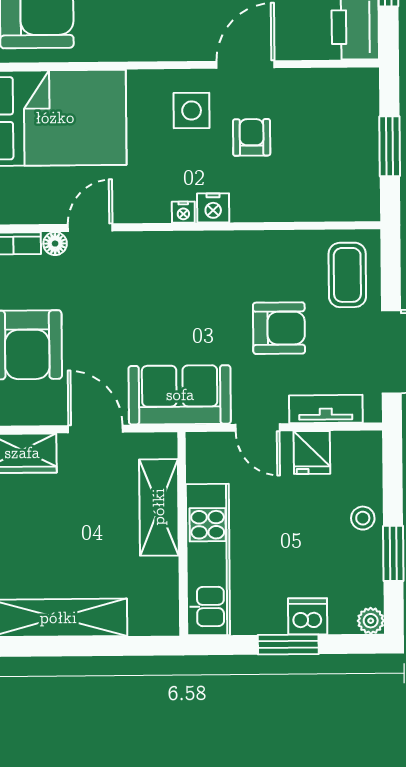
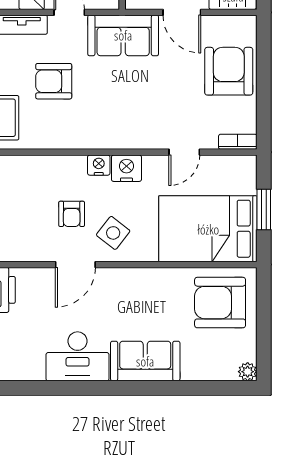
side table: (192, 110) -> (113, 233), turned 38
nightstand: (183, 212) -> (126, 168), width x1.89, depth x1.79
floor lamp: (55, 244) -> (209, 141), removed

